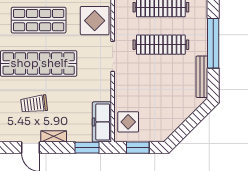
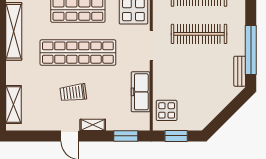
window: (213, 43) -> (251, 50), moved
bench: (202, 77) -> (240, 71), width x0.73
freezer: (102, 122) -> (141, 92), moved

